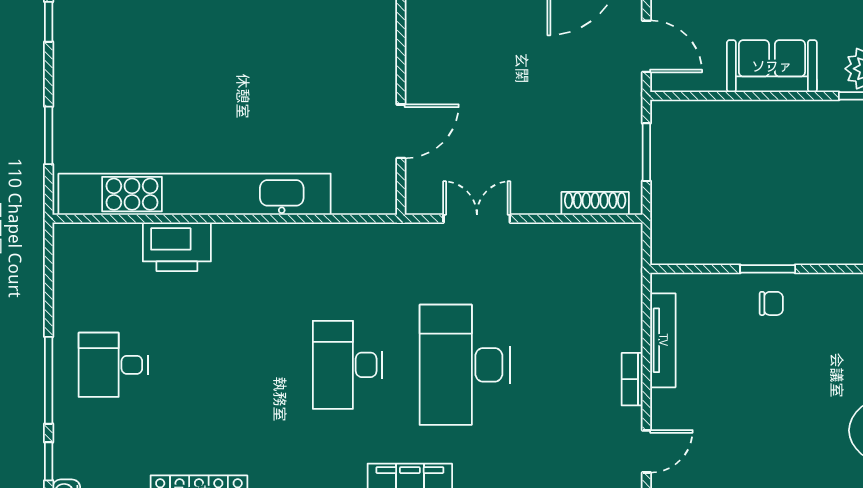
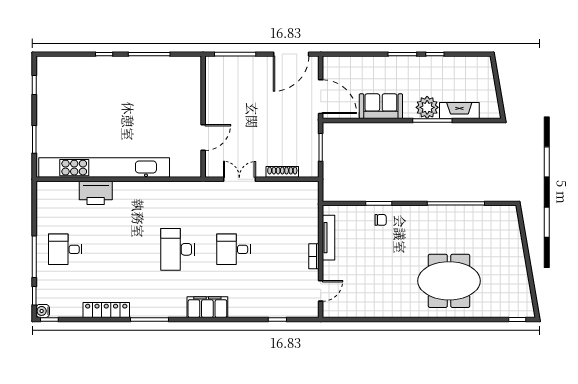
door: (646, 46) -> (321, 97), width x1.36
shoe rack: (595, 203) -> (282, 172), moved
desk: (465, 365) -> (234, 249), width x0.53, depth x0.77

